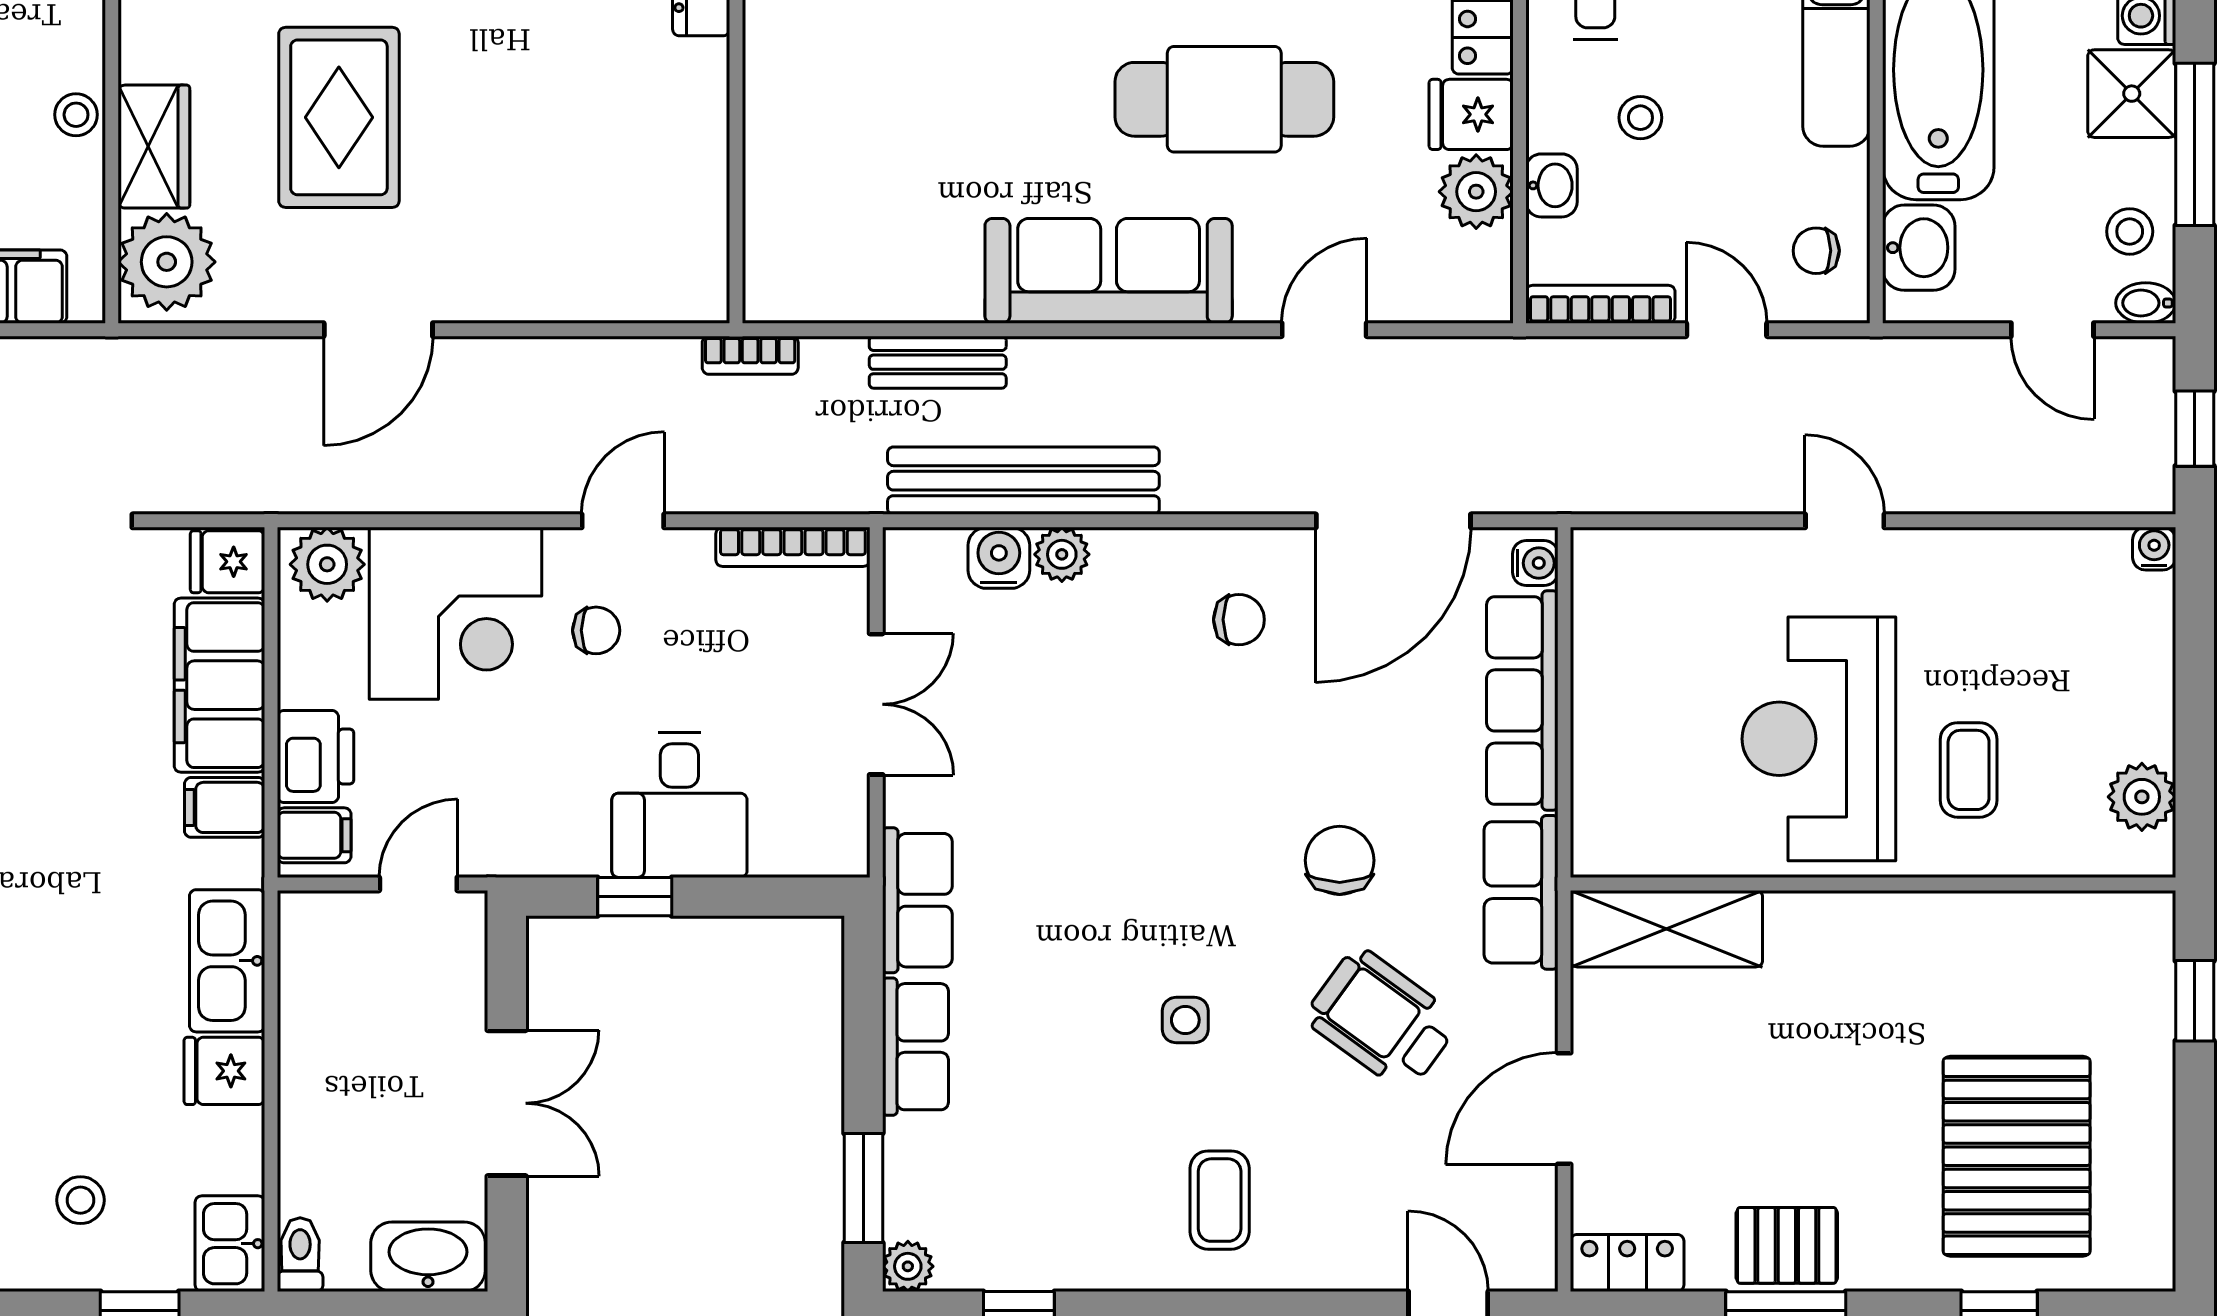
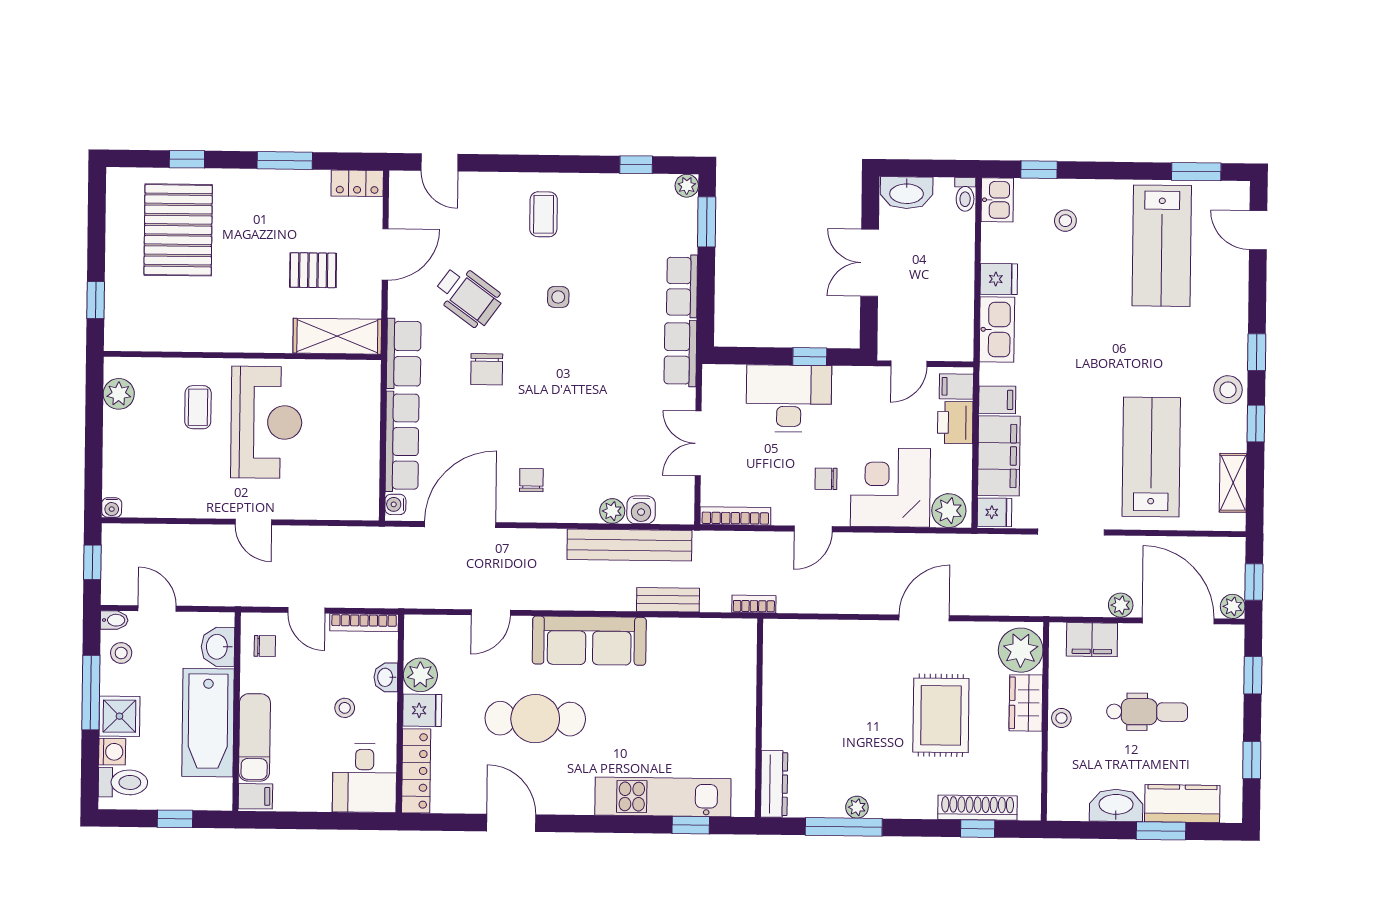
chair: (1239, 620) -> (531, 480), turned 90
desk: (679, 805) -> (789, 398), width x1.37
pallet: (1787, 1245) -> (313, 270), moved

